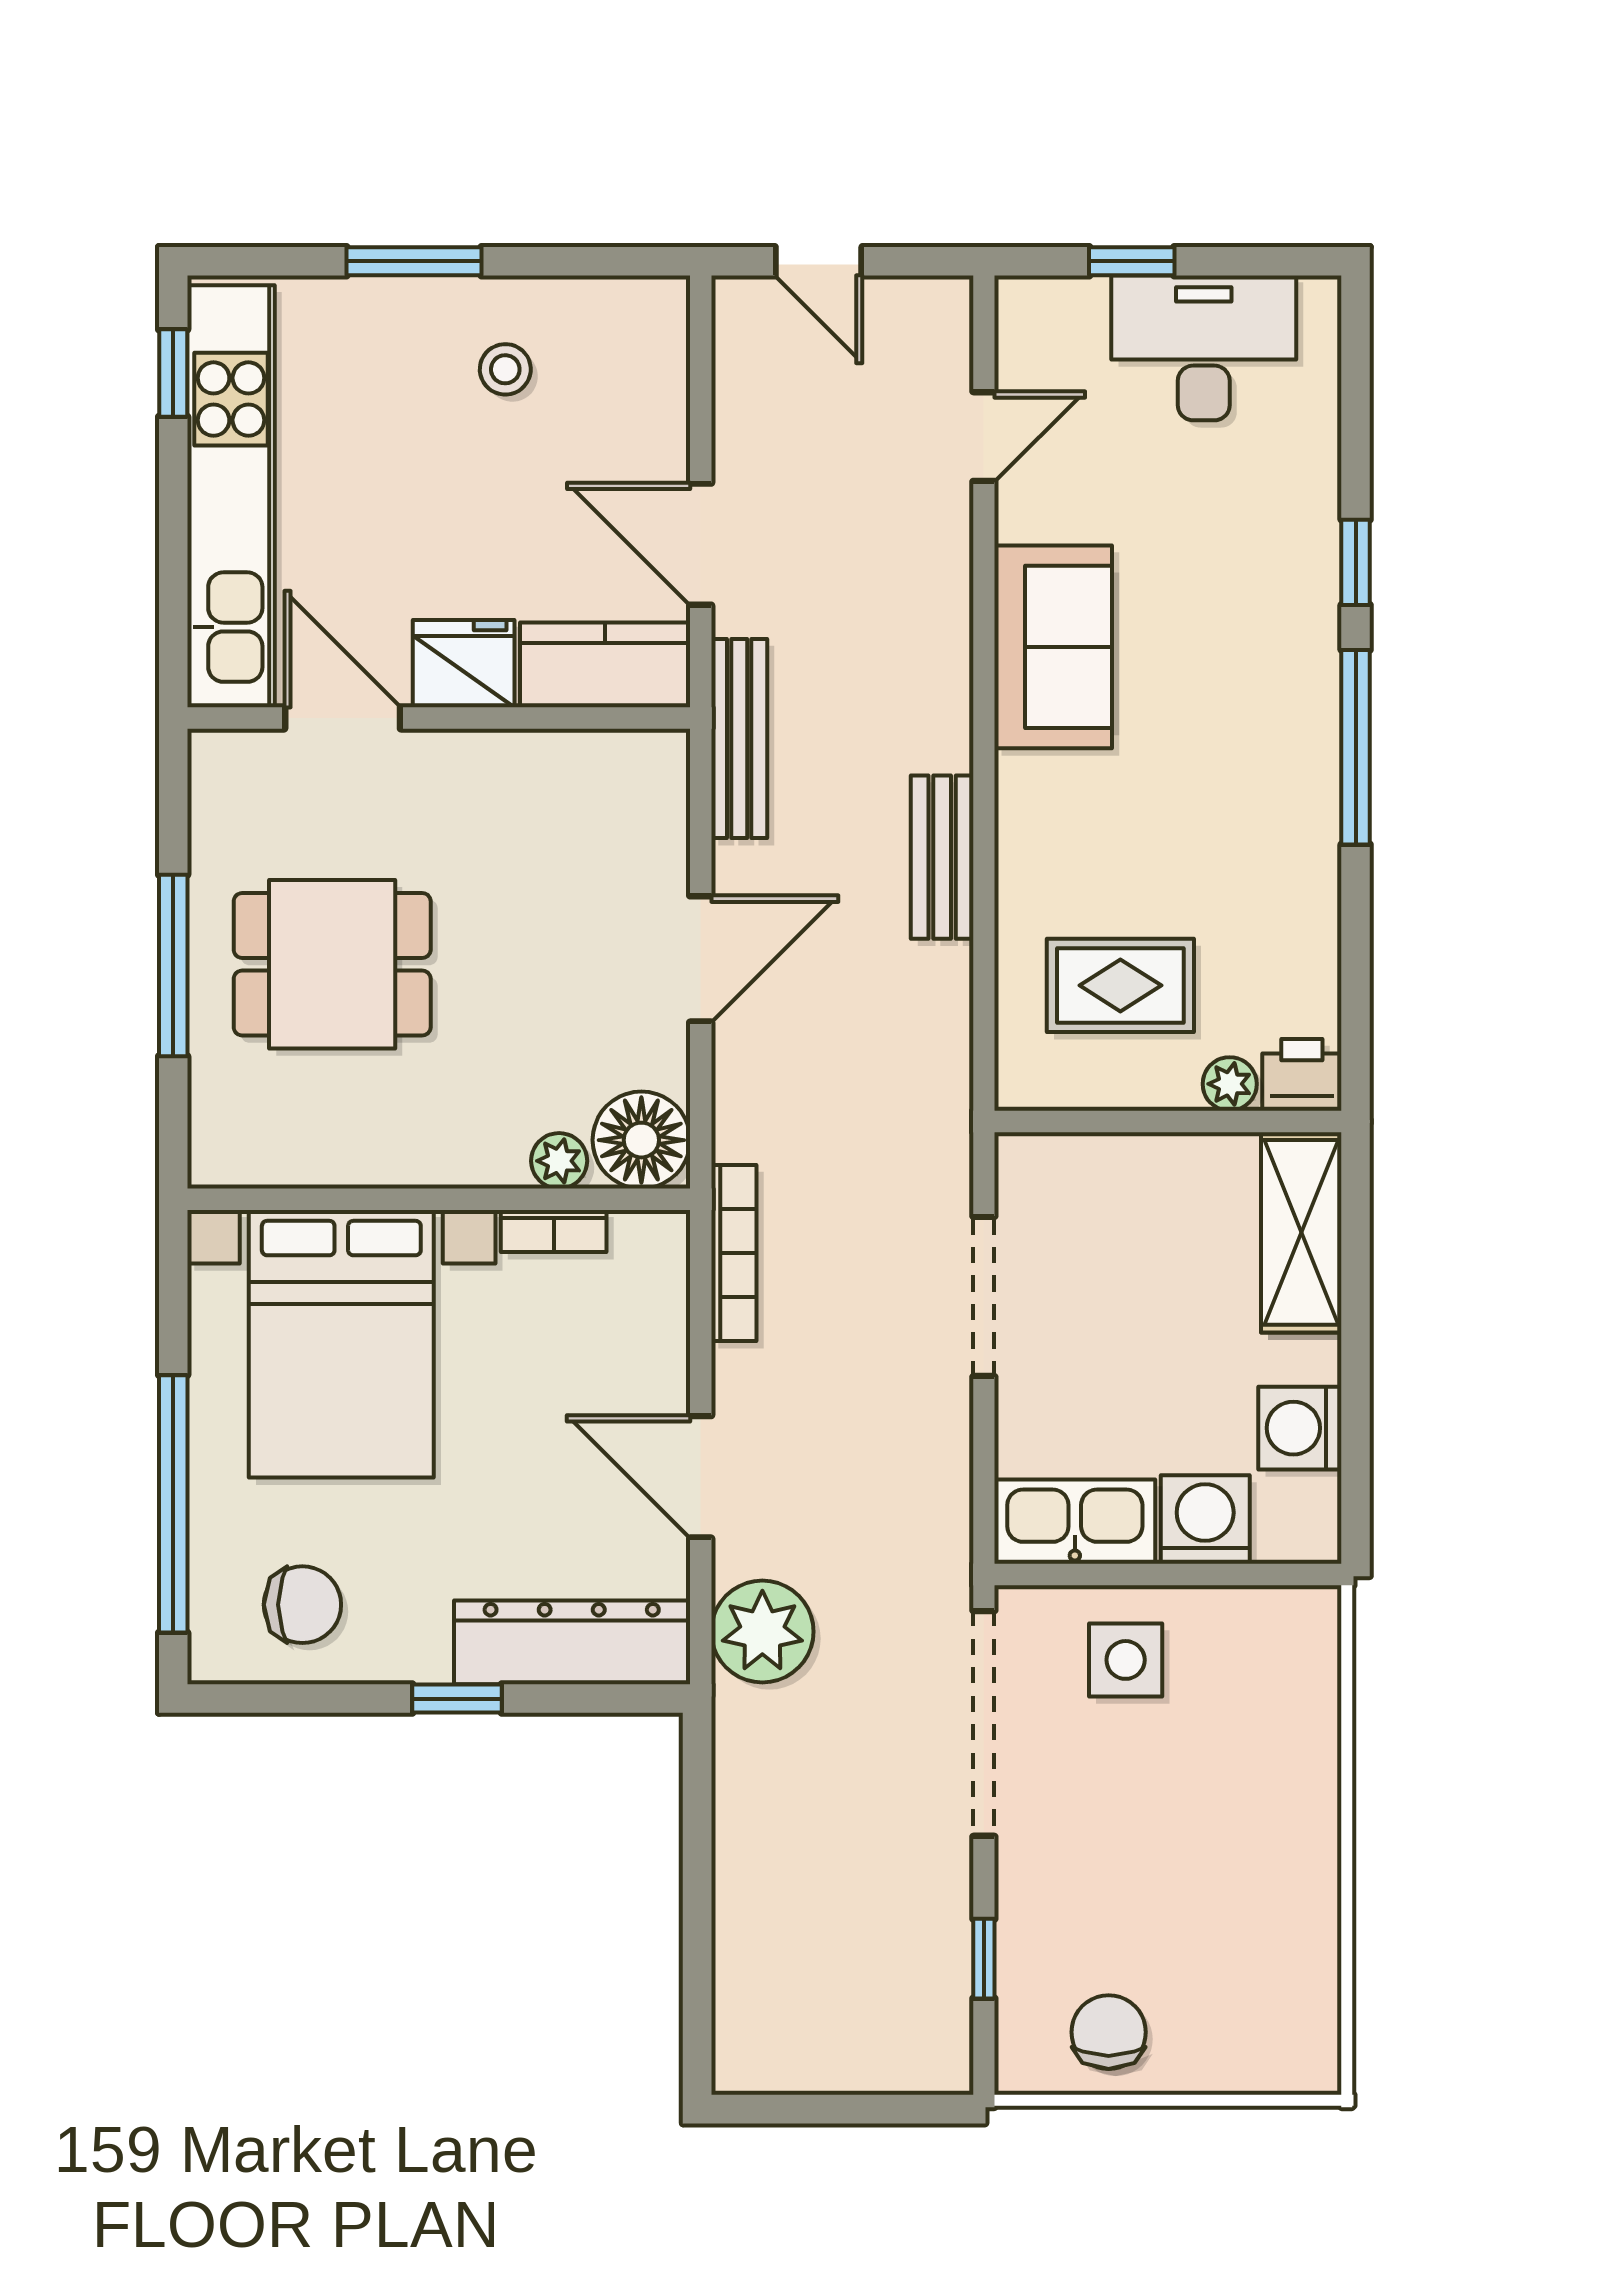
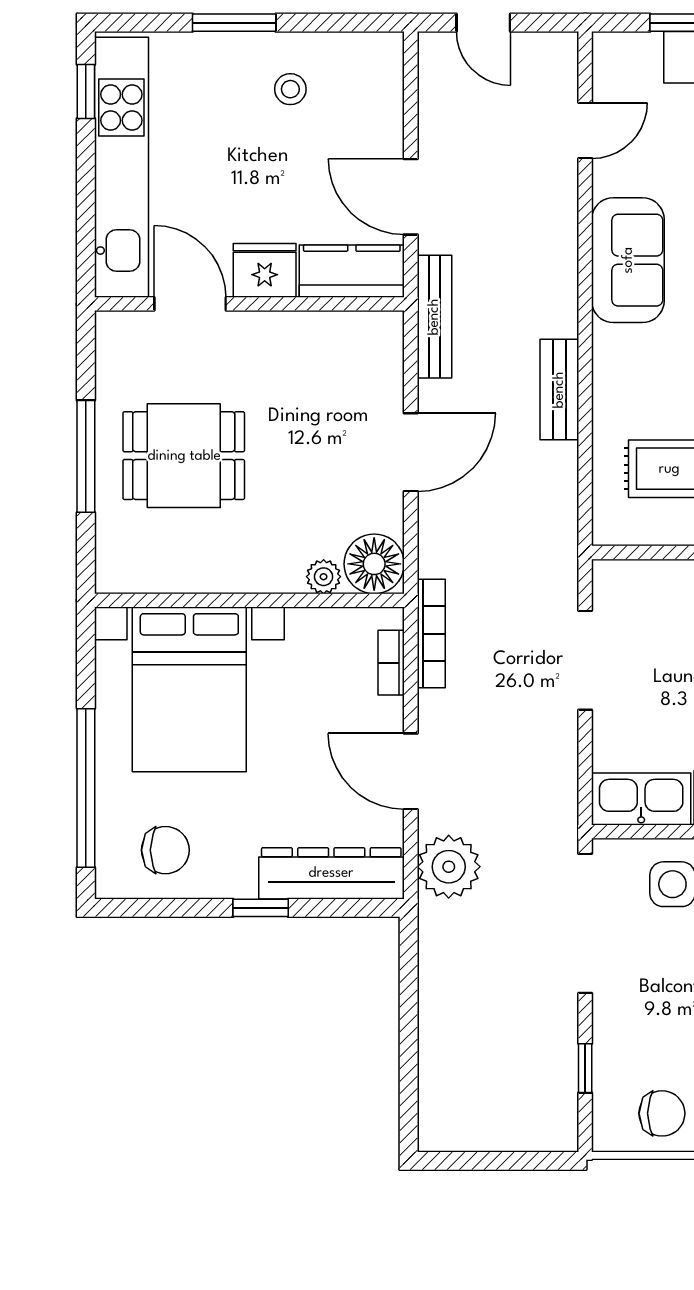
bookcase: (554, 1231) -> (391, 663), moved, turned 90
chair: (1109, 2032) -> (662, 1113), turned 90

